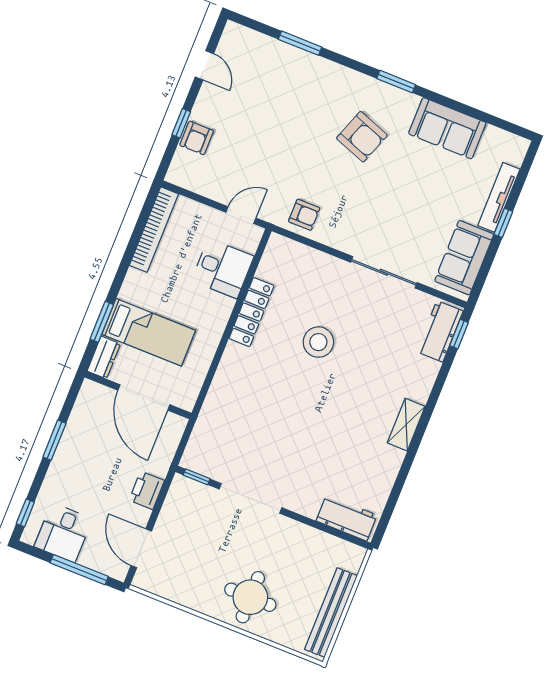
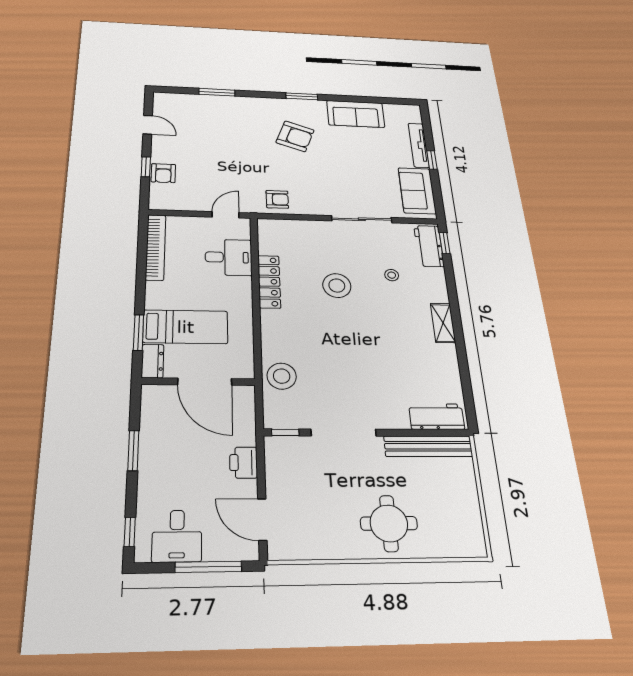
stool: (382, 351) -> (392, 275), added
stool: (218, 420) -> (282, 376), added
bench: (331, 613) -> (428, 446), moved, turned 90

